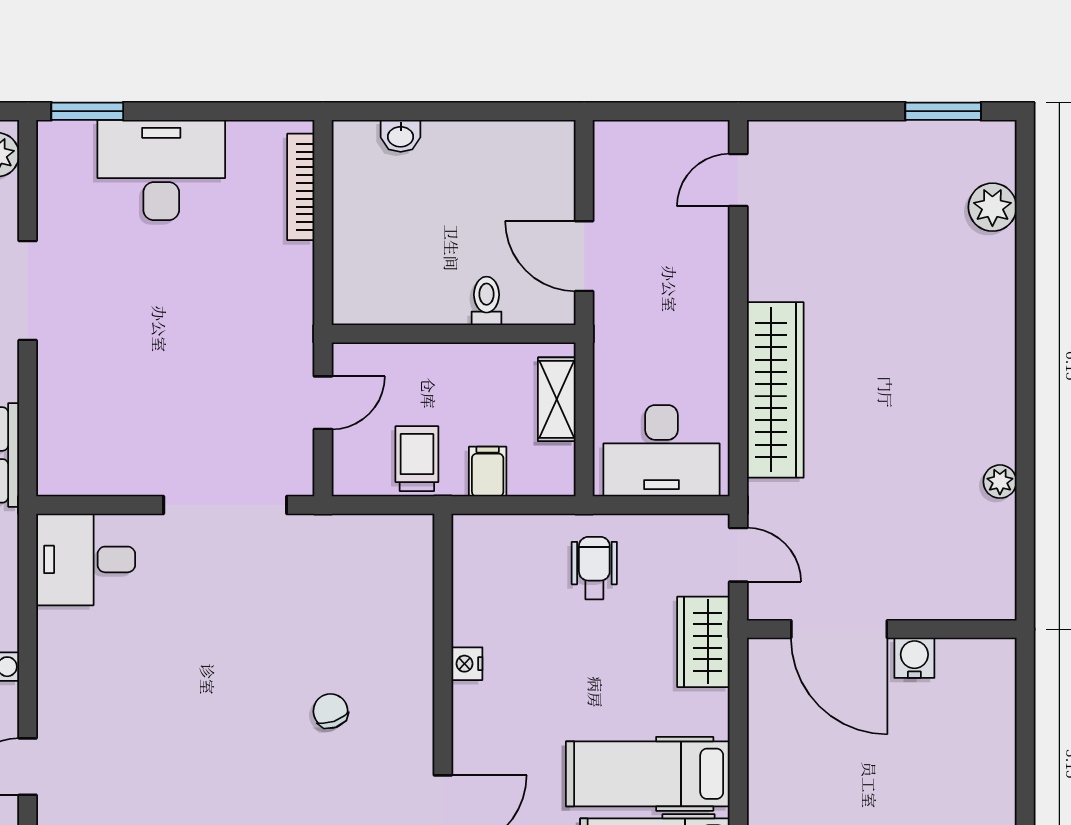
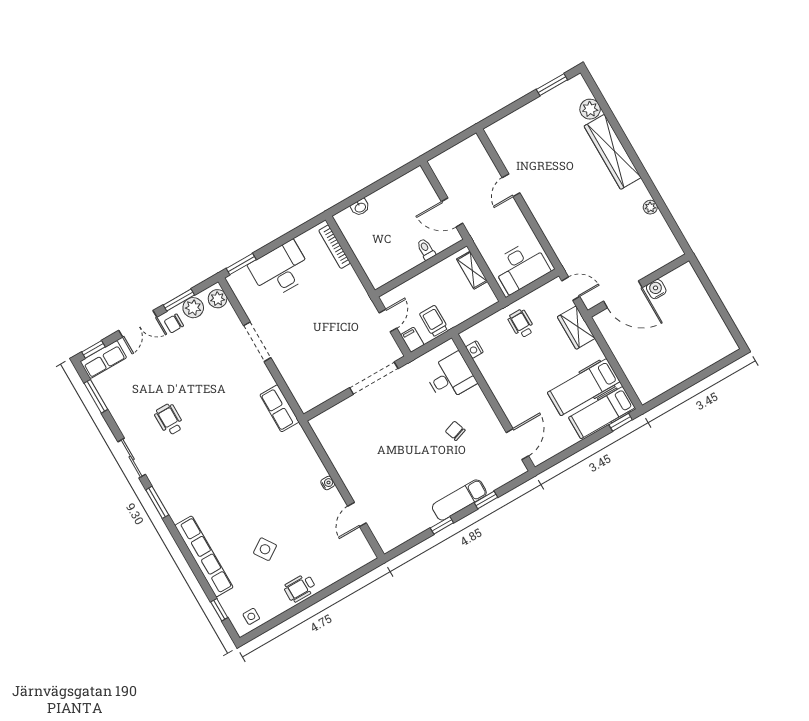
door: (738, 180) -> (511, 185), moved
wardrobe: (775, 390) -> (613, 152), moved, turned 180
filing cabinet: (488, 472) -> (412, 340), moved
desk: (86, 559) -> (451, 377), moved, turned 180
nightstand: (467, 664) -> (474, 350), moved

